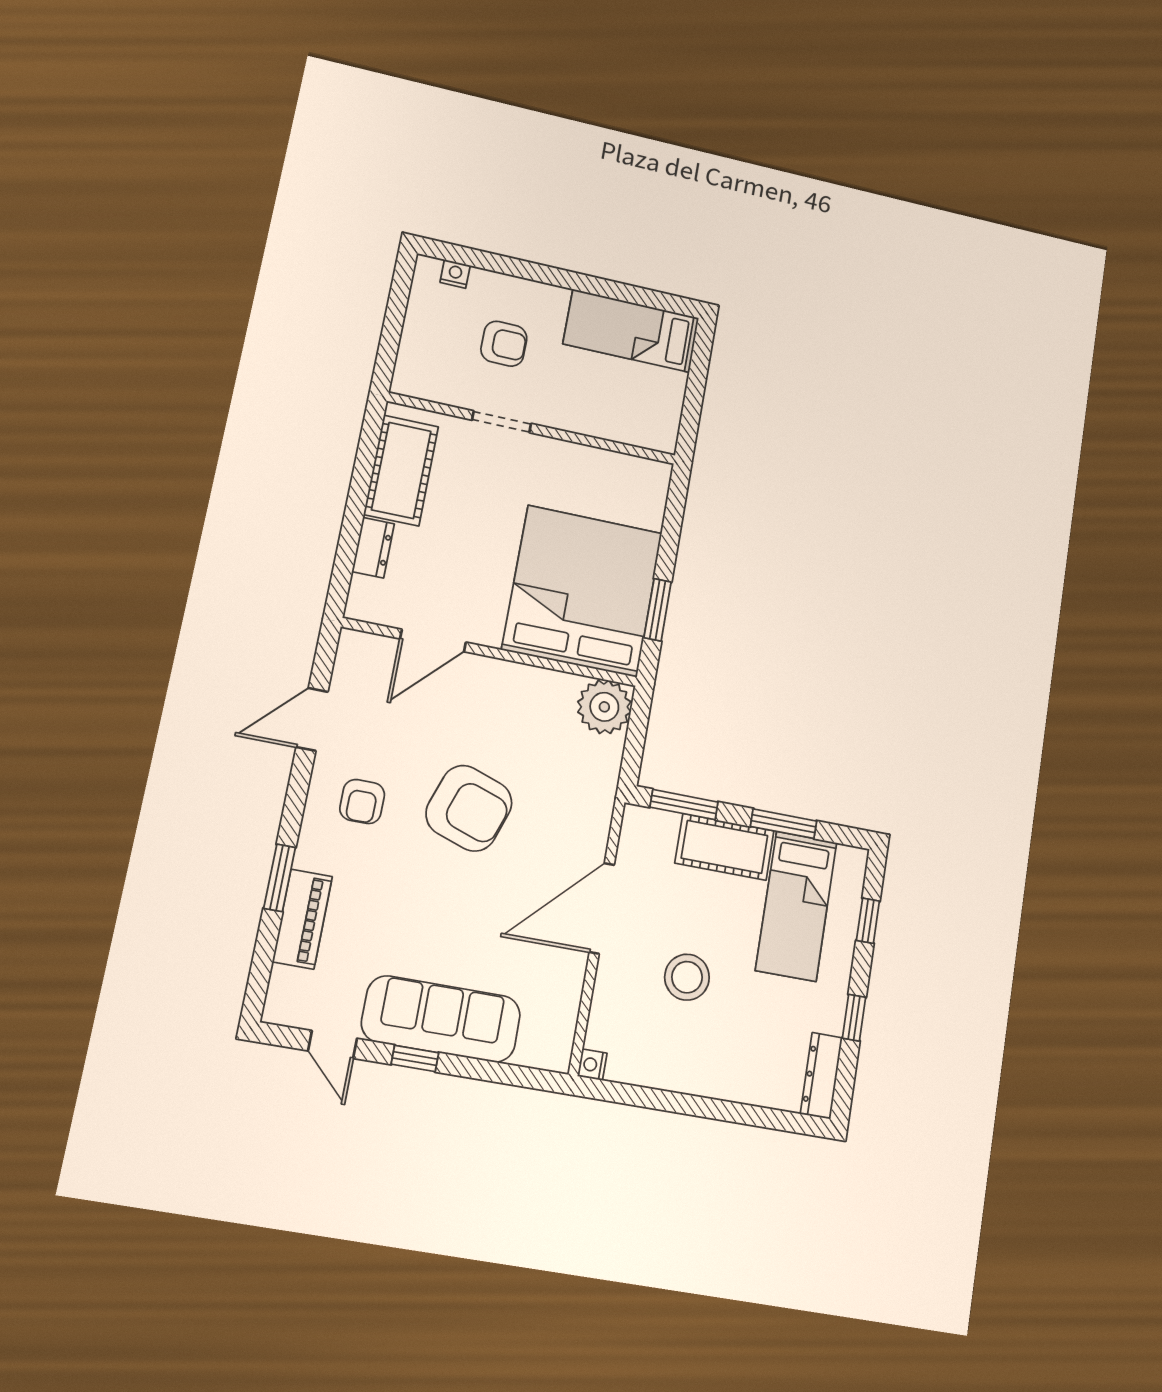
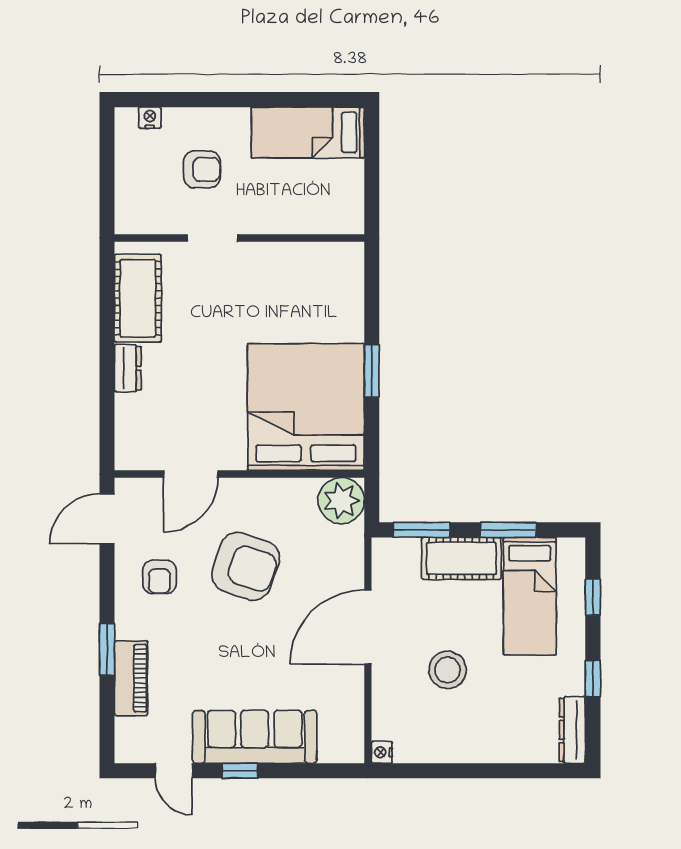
bed: (582, 591) -> (306, 407), moved
door: (433, 641) -> (191, 474), moved
wall: (491, 652) -> (239, 474), moved
plant: (604, 707) -> (341, 501), moved

